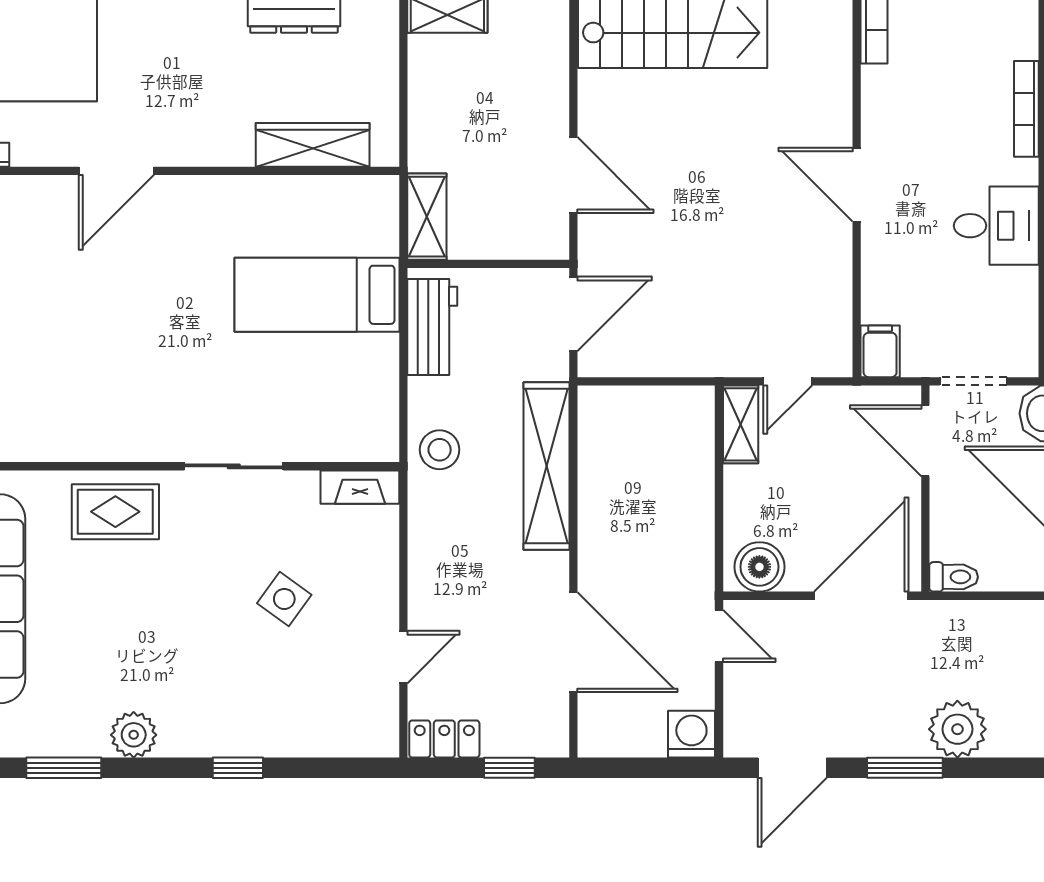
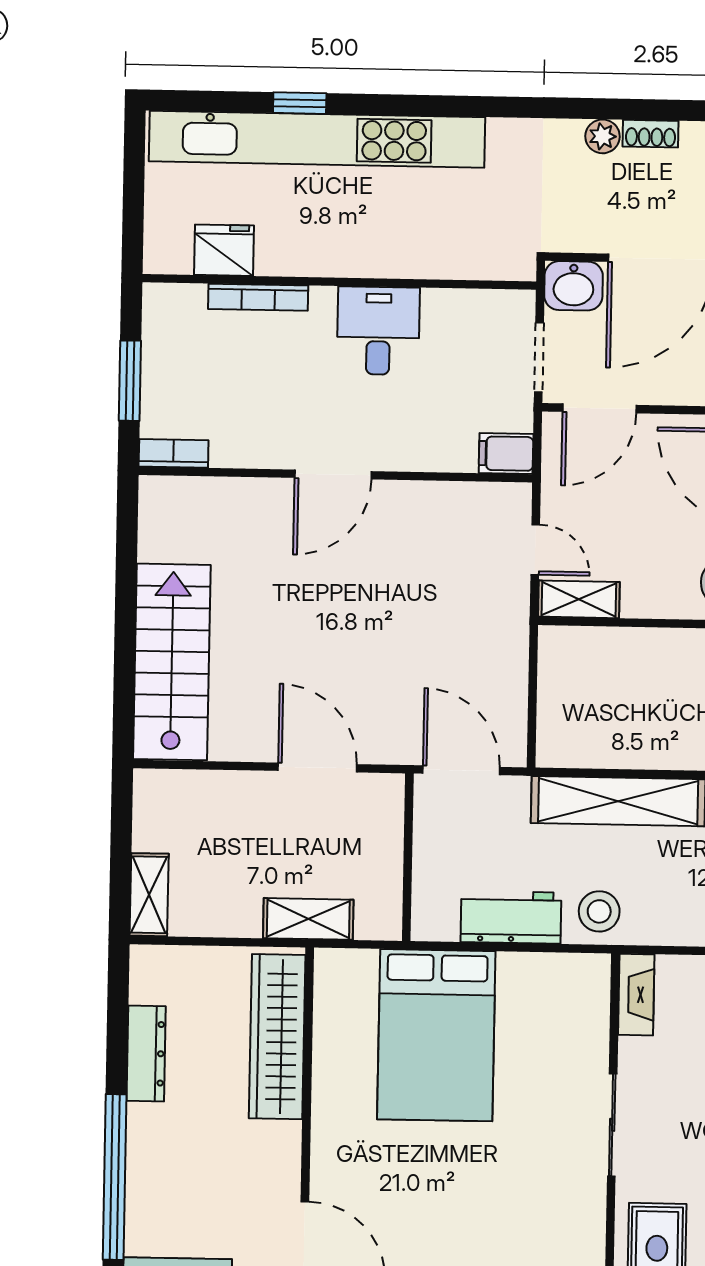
wardrobe: (313, 145) -> (277, 1037), width x1.40, depth x1.17
door: (573, 175) -> (317, 768), hinge flipped
shelving: (427, 217) -> (308, 919), moved
bed: (317, 295) -> (436, 1035), width x1.50
workbench: (432, 327) -> (511, 917), moved

